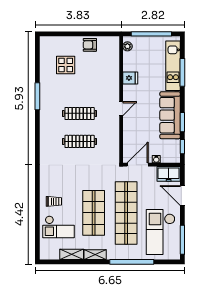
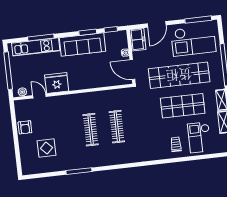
fridge: (130, 78) -> (57, 83), width x1.88, depth x1.34
door: (121, 109) -> (39, 96), moved
checkout: (58, 227) -> (199, 137), turned 180

